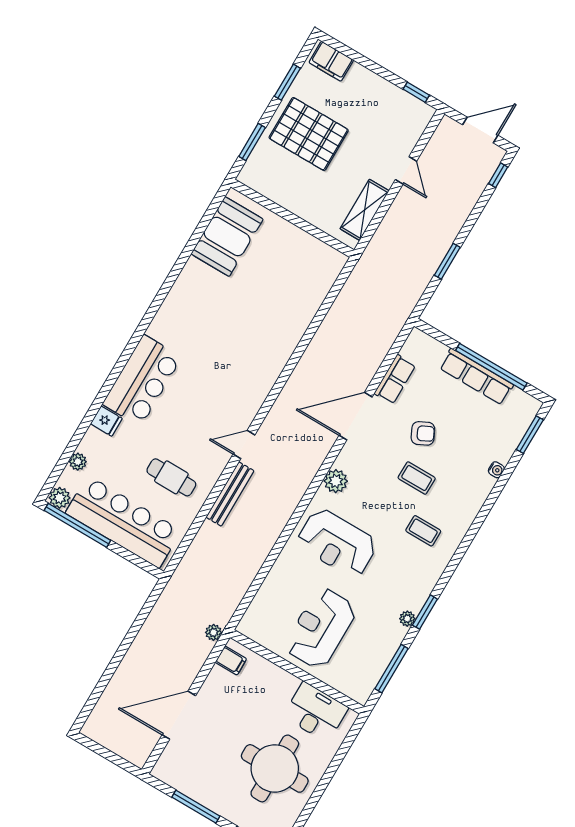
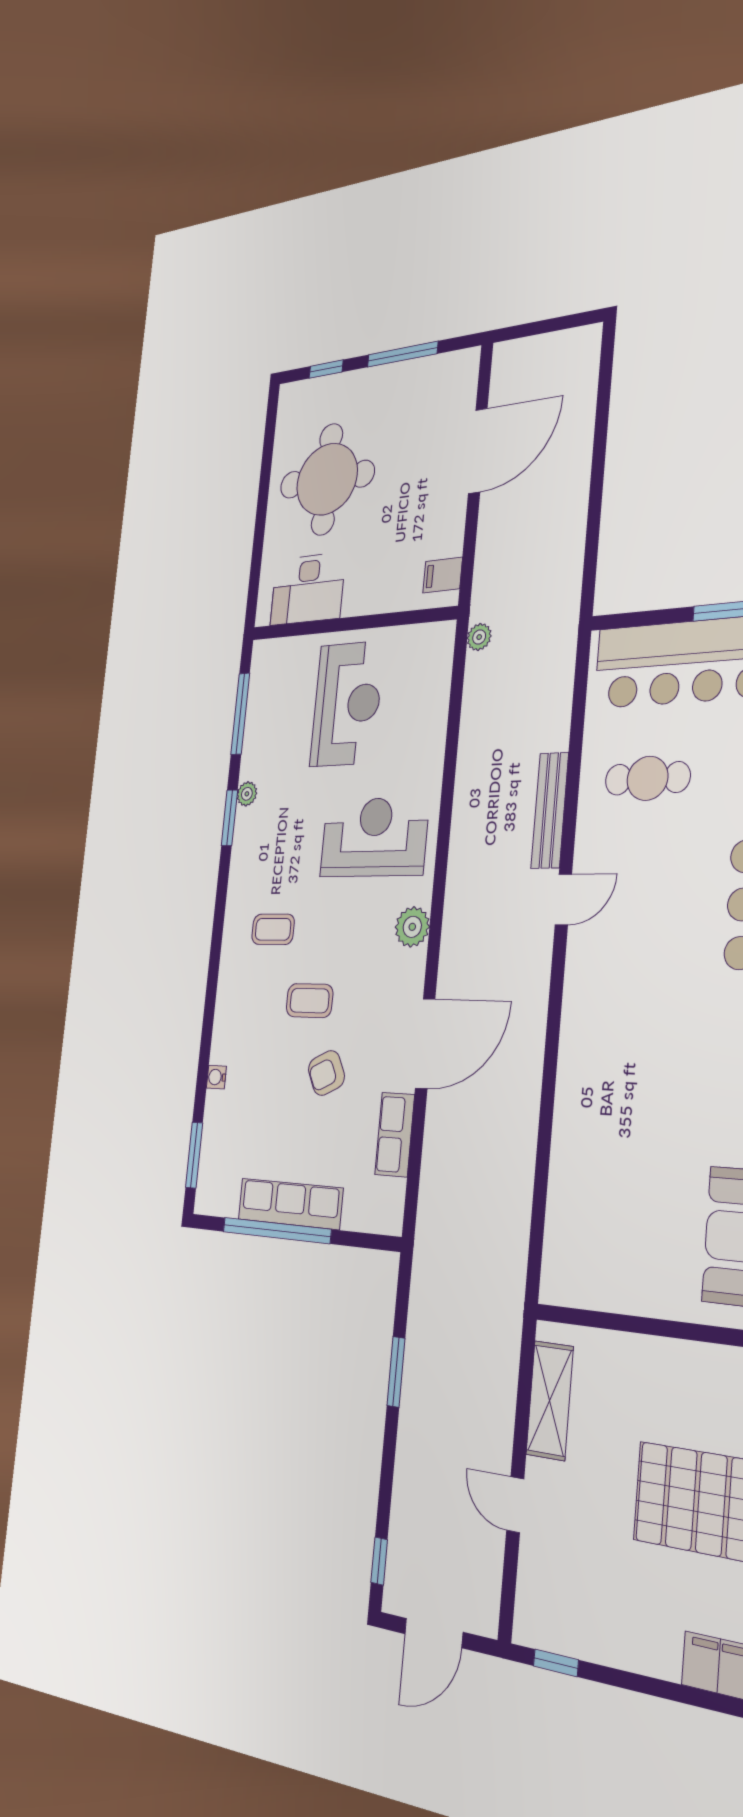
plant: (213, 632) -> (479, 637), moved

